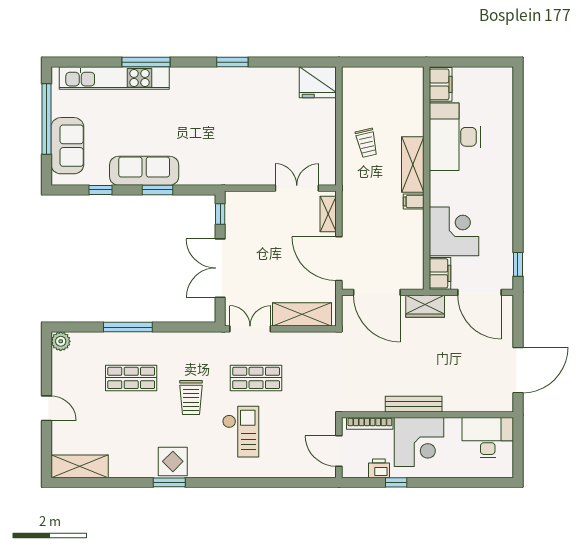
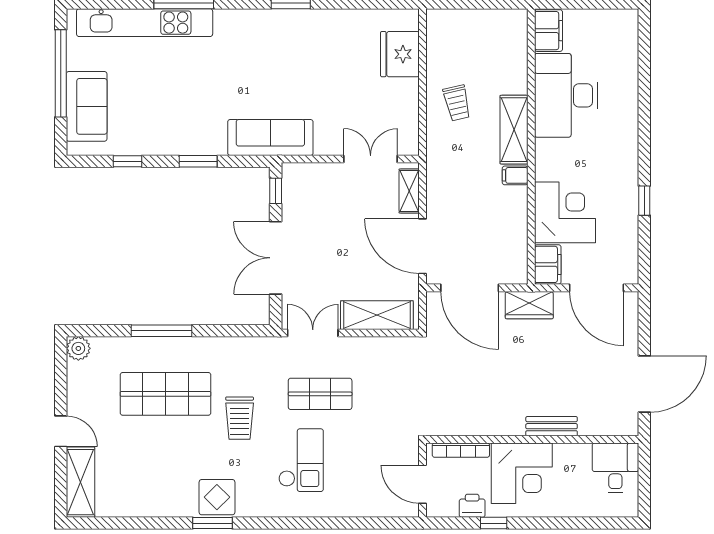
fridge: (318, 82) -> (400, 54), moved, turned 90
sofa: (144, 171) -> (270, 137), moved
window: (518, 264) -> (644, 201), moved
shop shelf: (131, 378) -> (166, 394), width x1.43, depth x1.36
bench: (414, 404) -> (552, 426), moved, width x0.73
desk: (488, 438) -> (615, 468), width x0.73
shelving: (80, 466) -> (81, 482), moved, turned 90

